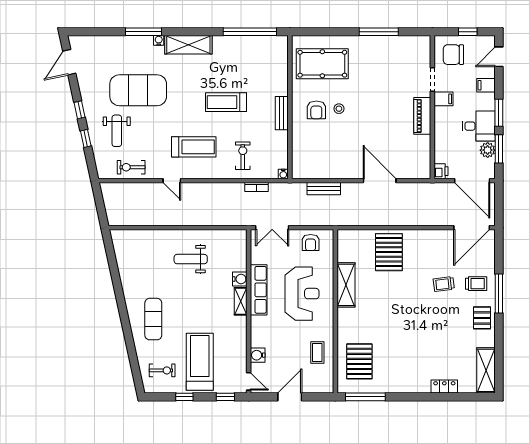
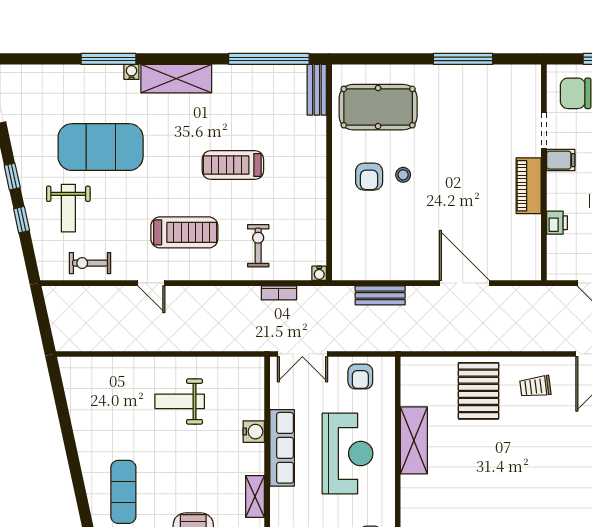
bench: (282, 113) -> (317, 90), moved
printer: (441, 171) -> (557, 223), moved
trolley: (444, 284) -> (535, 387), moved
shelving: (241, 301) -> (255, 496), moved

